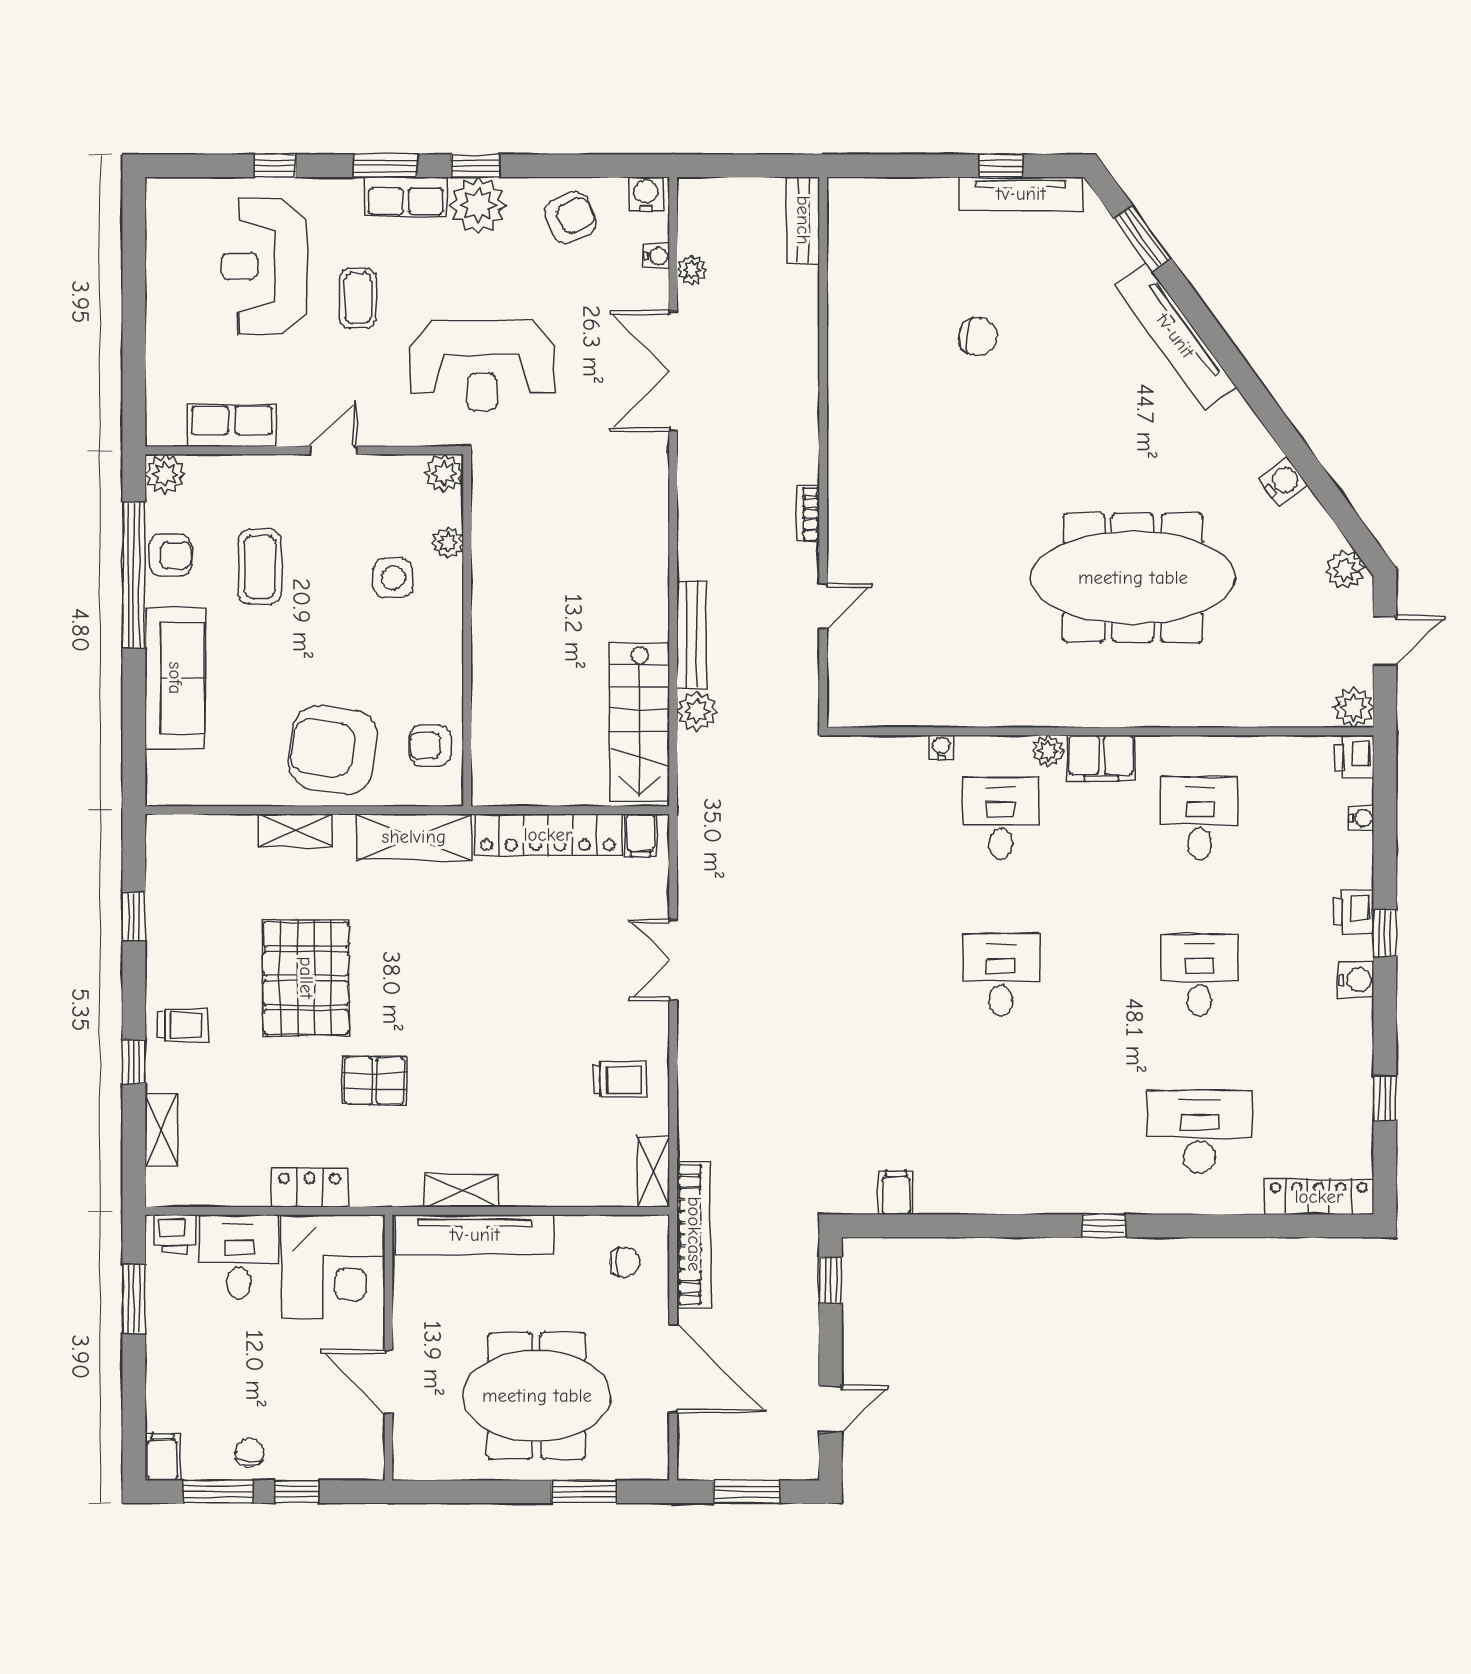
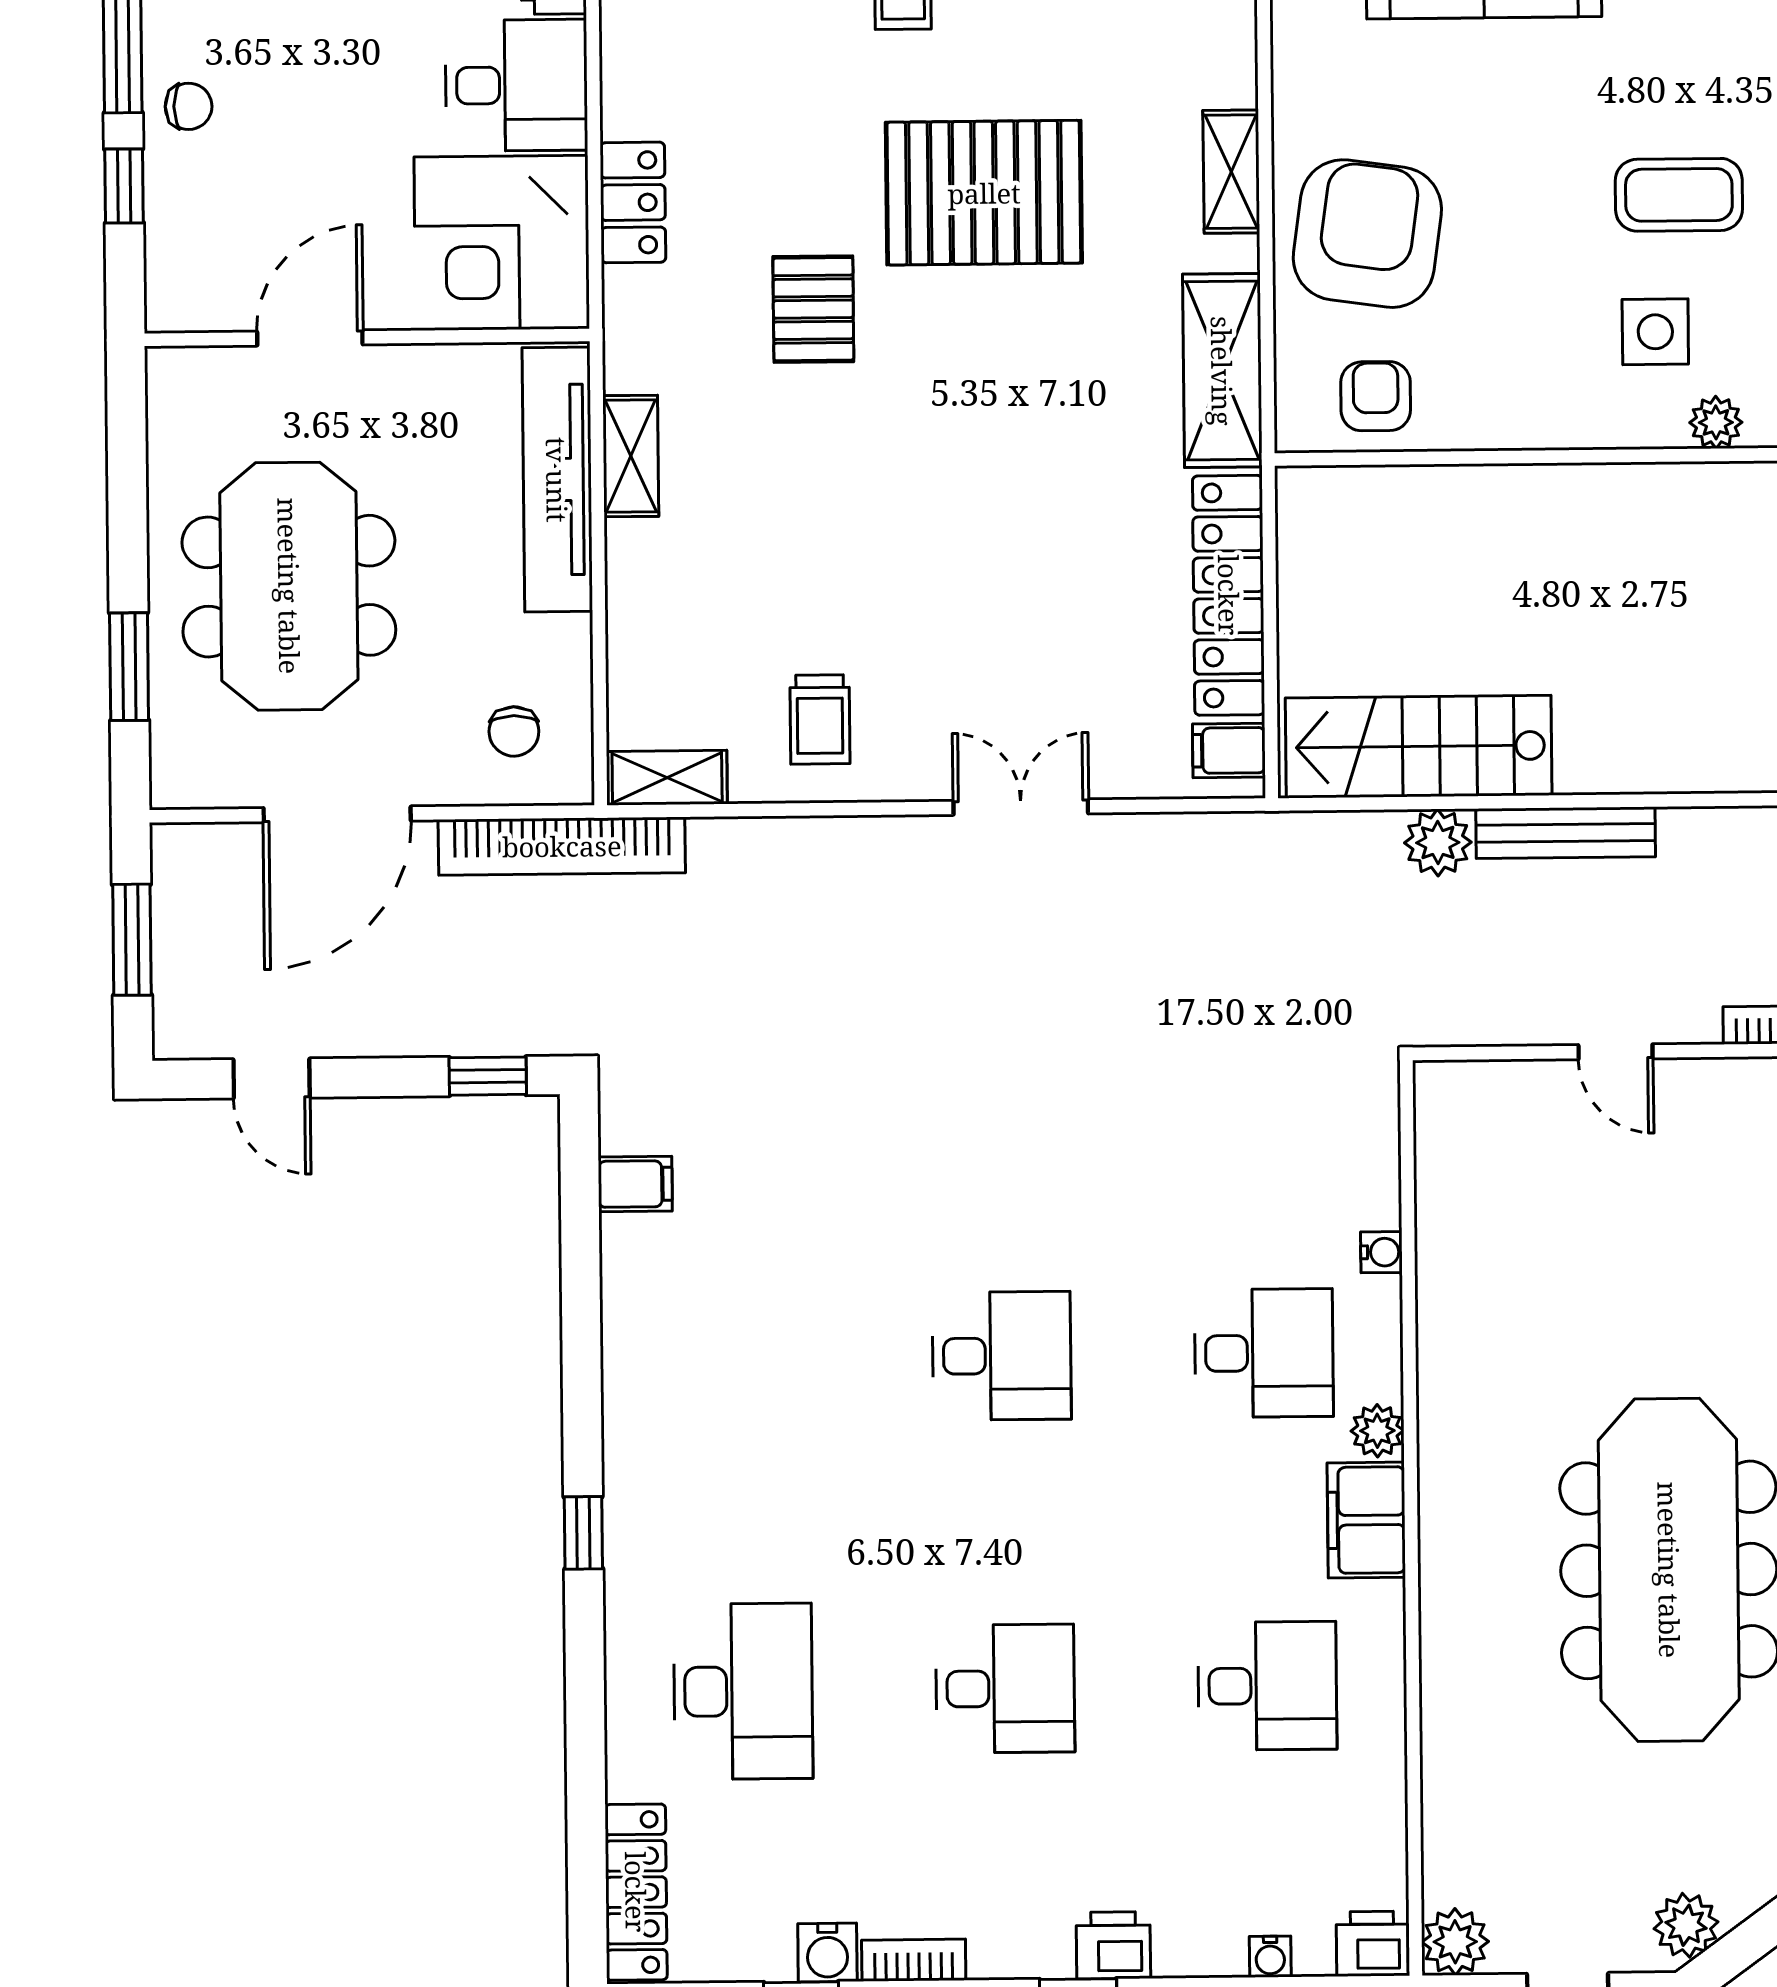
coffee table: (260, 567) -> (1679, 195), moved
water cooler: (1356, 980) -> (827, 1953), moved
bookcase: (1361, 1031) -> (914, 1960), added

